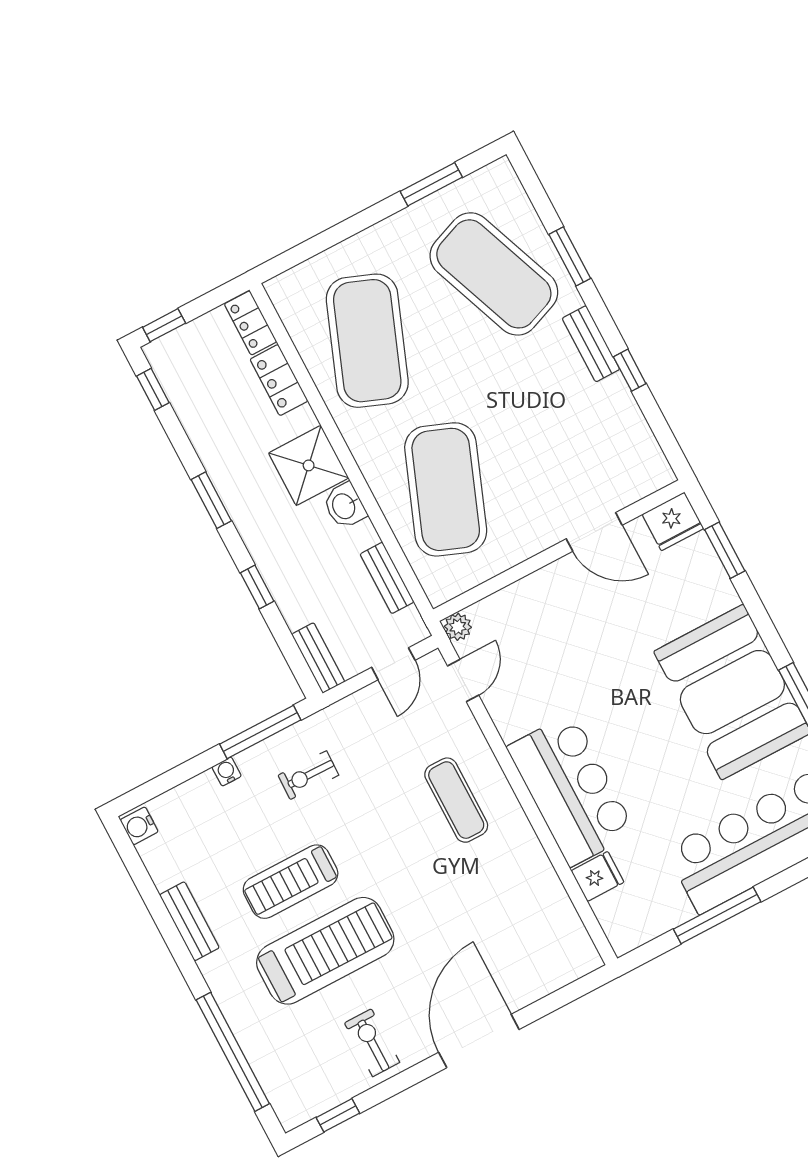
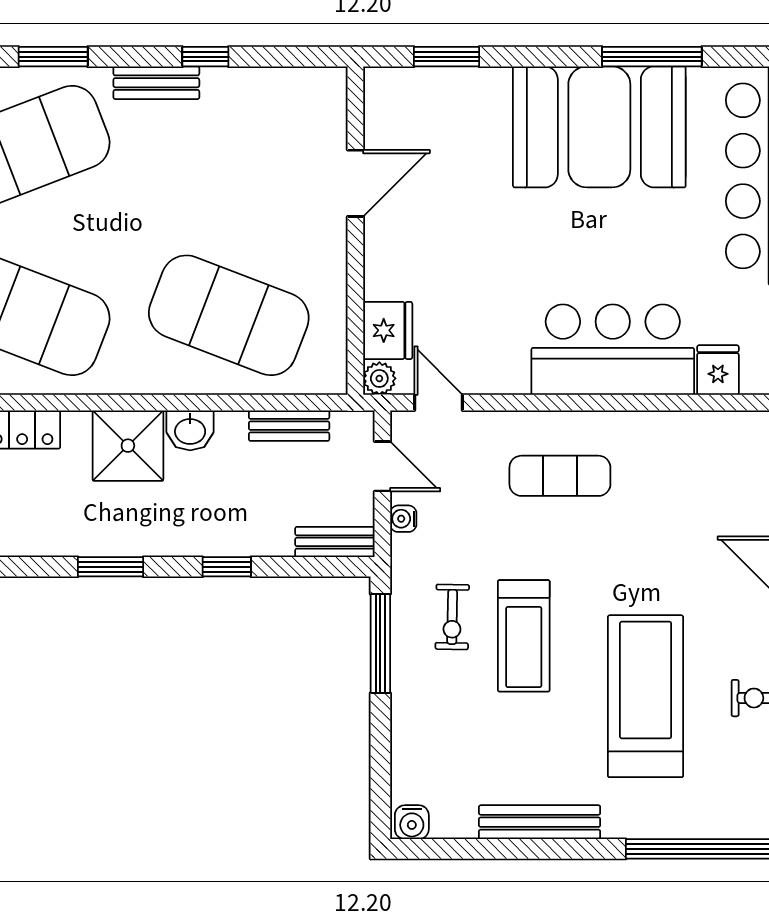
fridge: (673, 521) -> (388, 330), moved
water cooler: (227, 772) -> (403, 519), moved
treadmill: (291, 882) -> (524, 636), moved
bench: (189, 921) -> (540, 822), width x1.36

